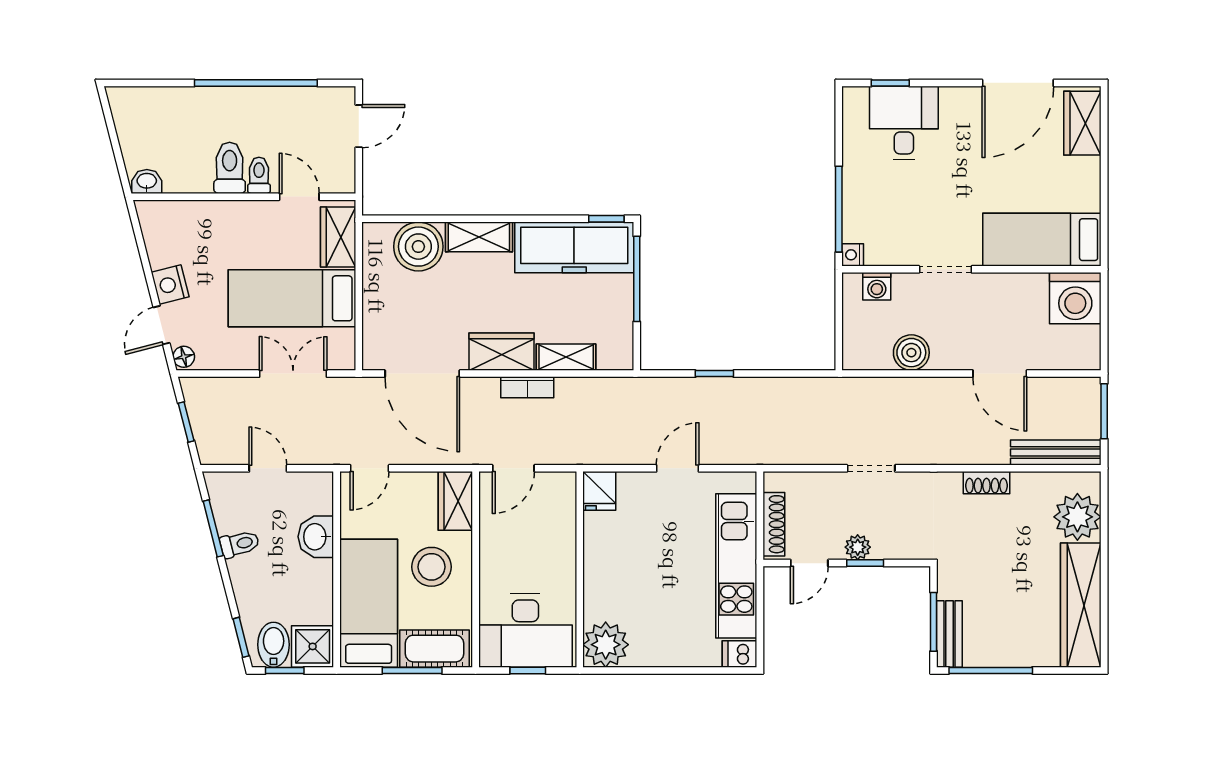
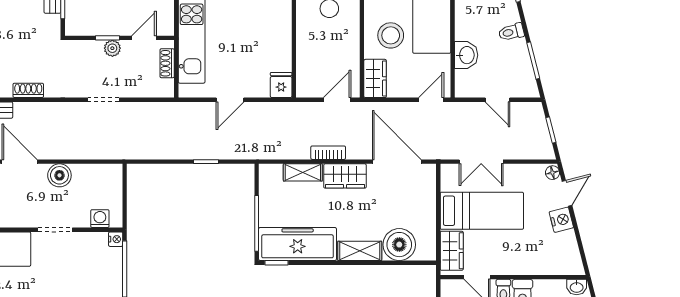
boiler: (911, 353) -> (59, 175), moved
shoe rack: (774, 524) -> (167, 63), width x0.70
toilet: (240, 544) -> (511, 32), moved

